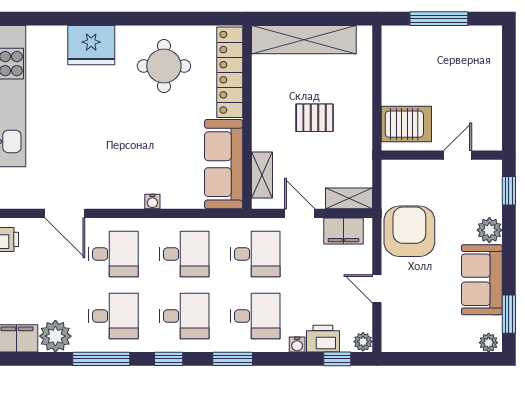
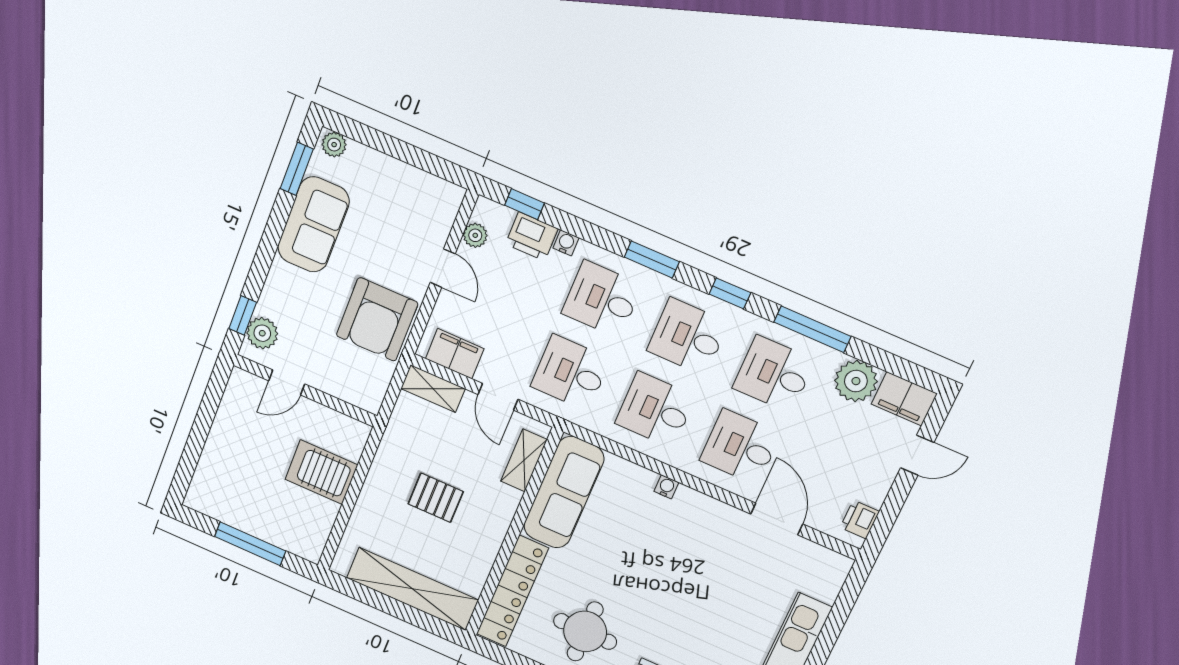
server rack: (406, 124) -> (321, 472), moved
plant: (489, 230) -> (262, 333), moved
plant: (363, 342) -> (475, 235), moved

